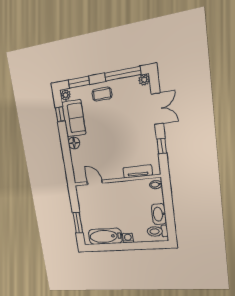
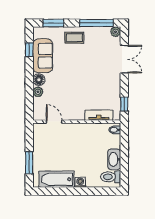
plant: (66, 95) -> (38, 92), moved
window: (162, 146) -> (124, 104), moved

